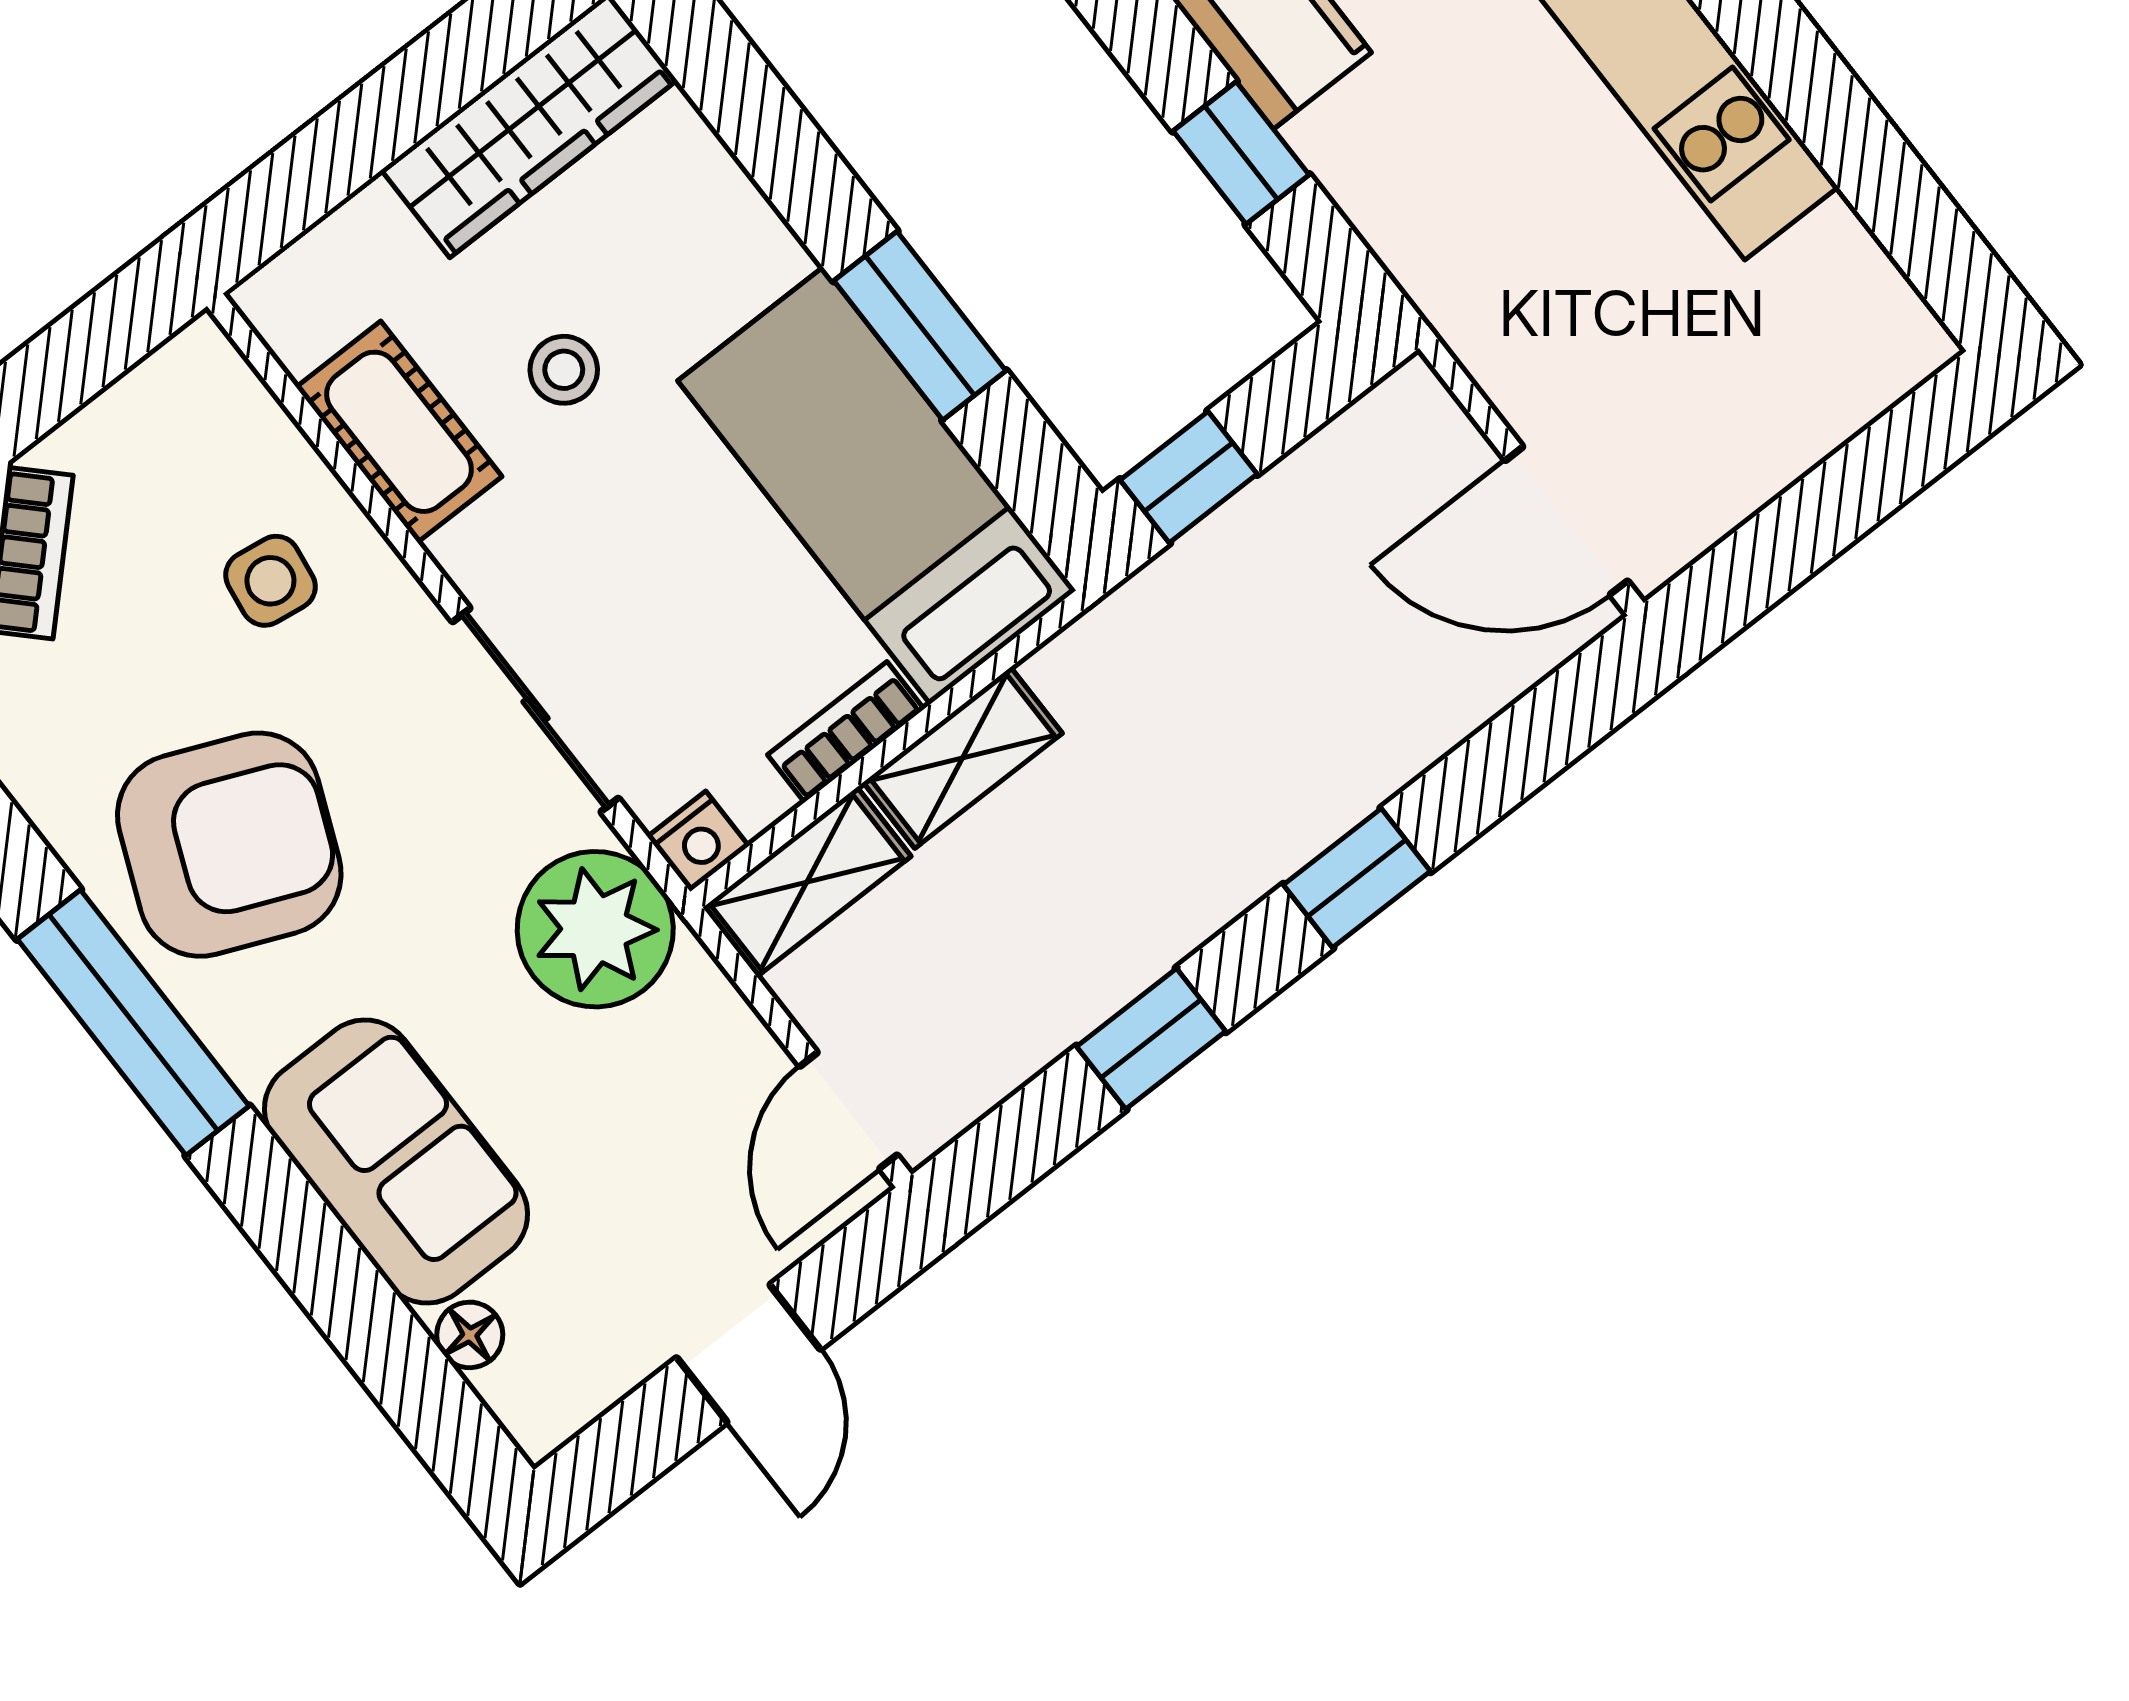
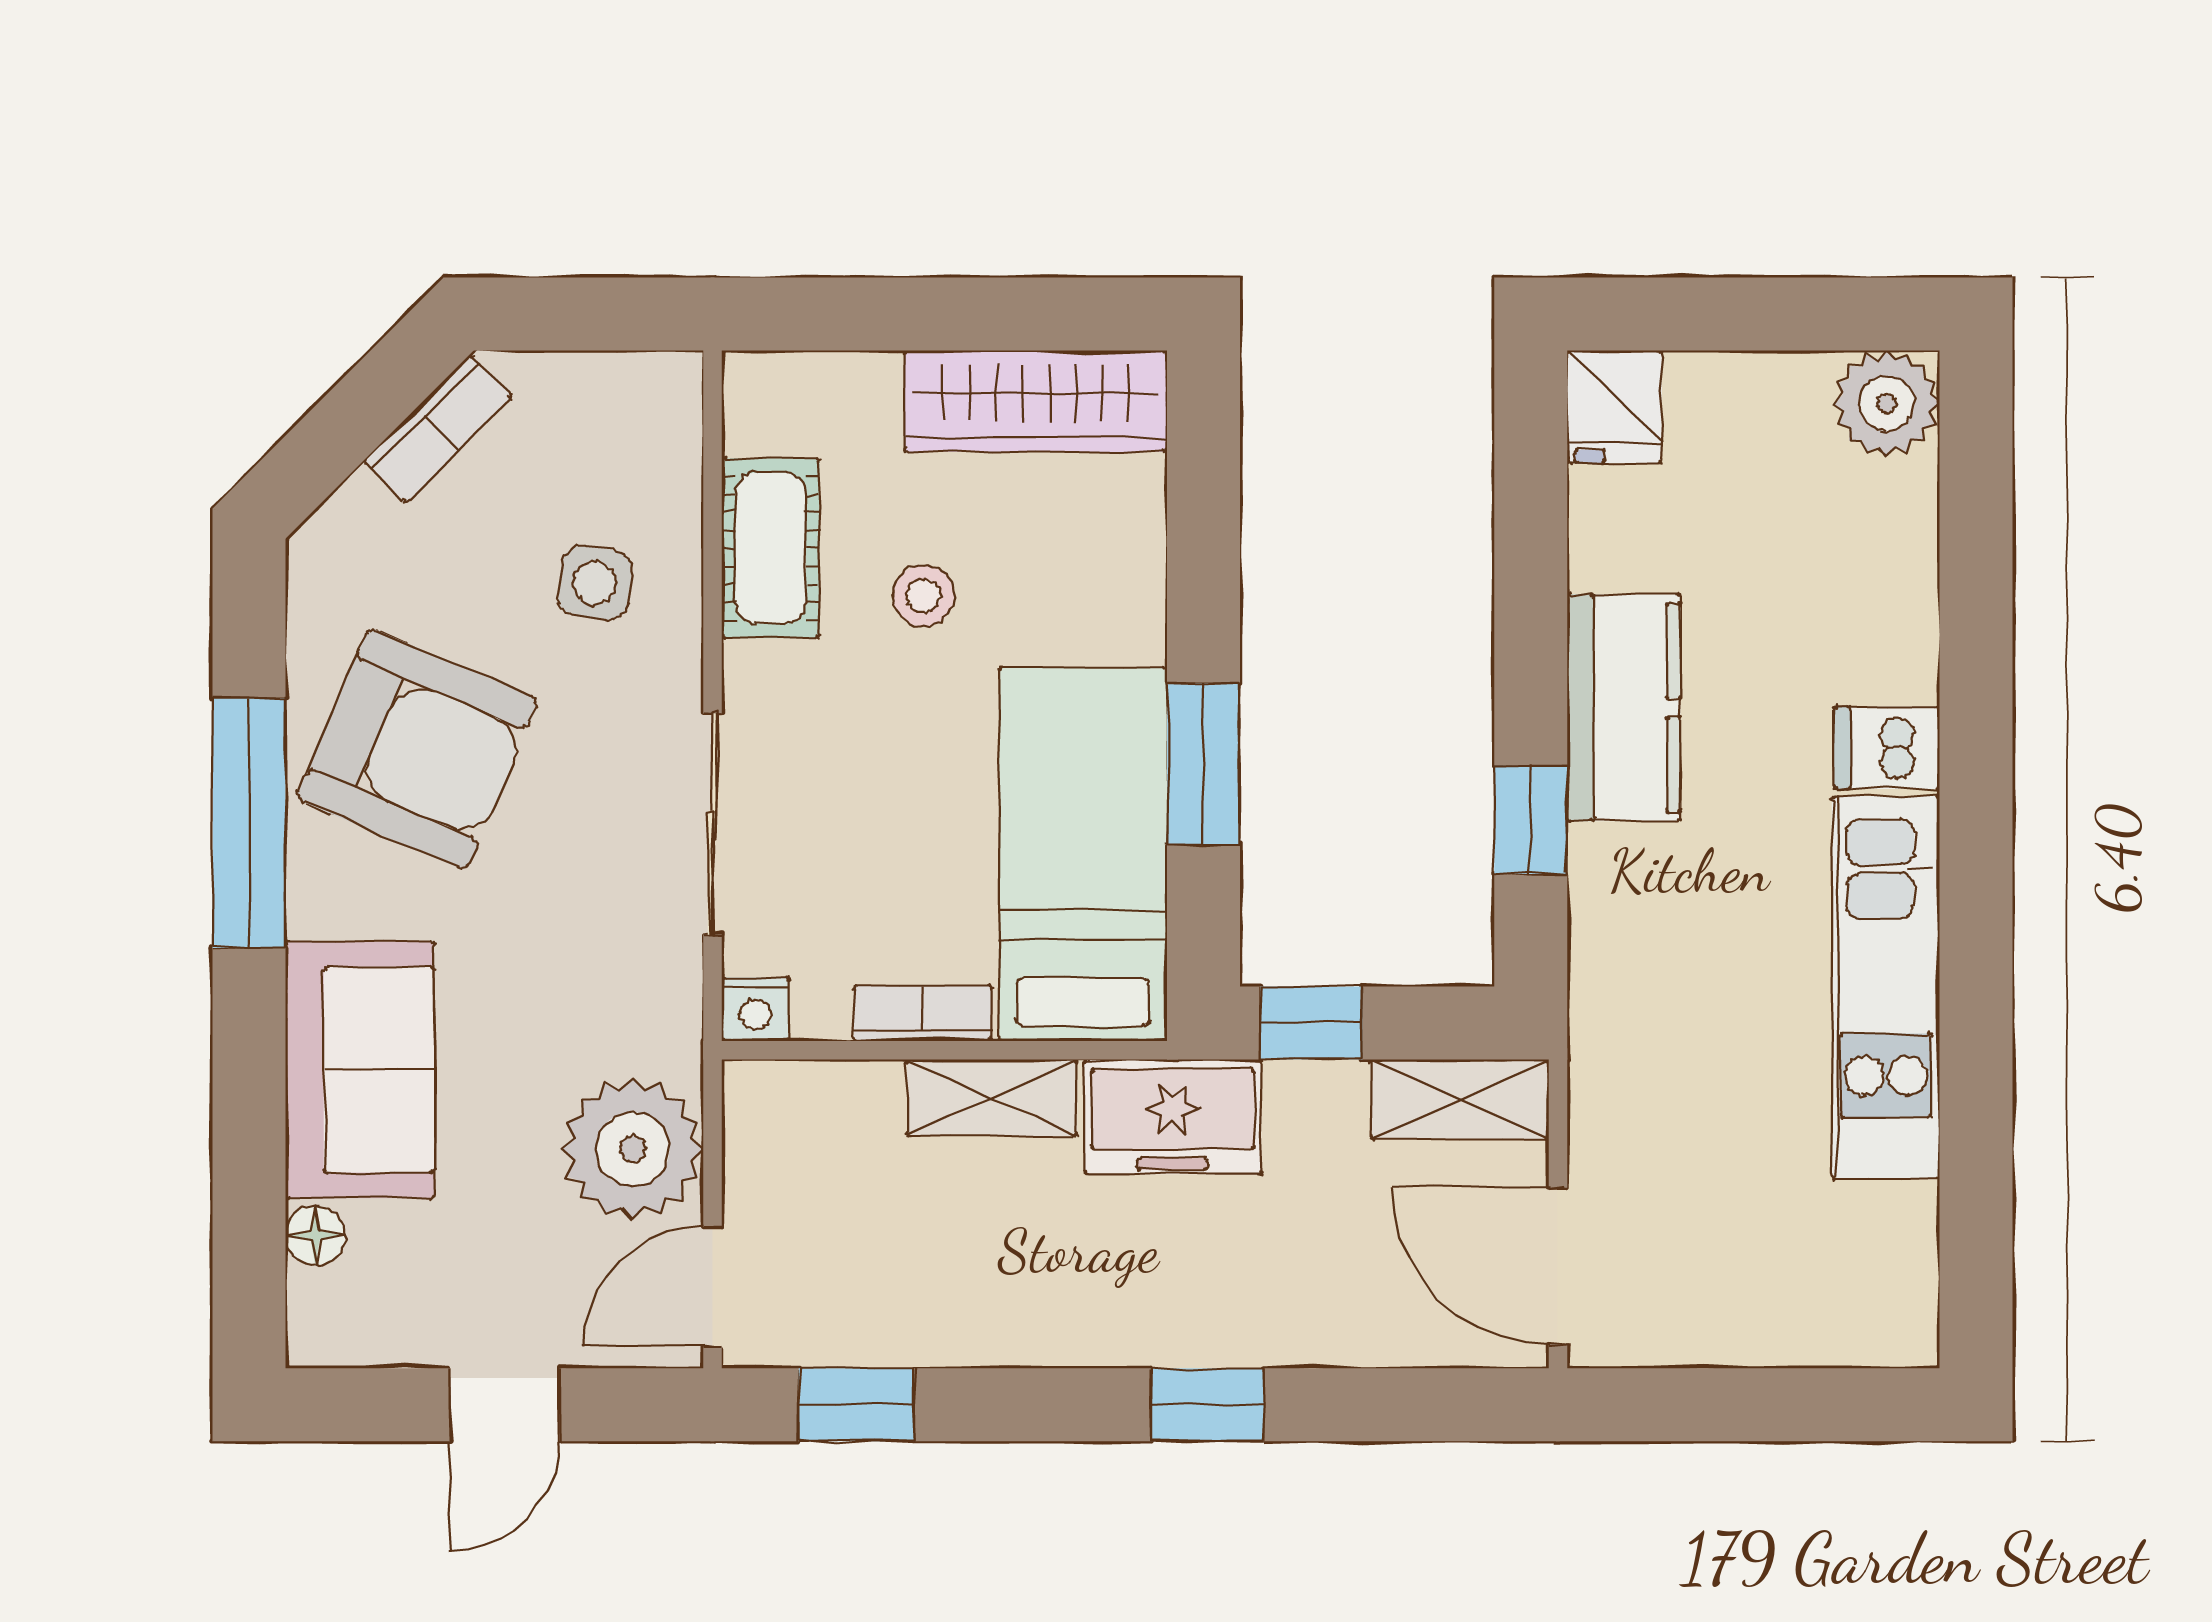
freezer: (1132, 652) -> (1173, 1117), added
shelving: (807, 882) -> (1460, 1099), moved
plant: (595, 929) -> (633, 1149), moved
window: (1151, 1039) -> (856, 1405), moved

